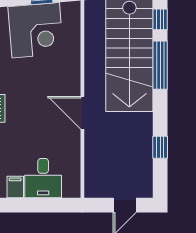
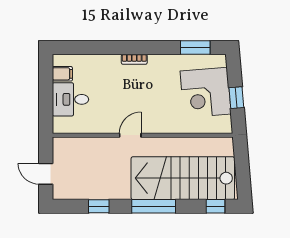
window: (160, 65) -> (154, 206), moved
door: (82, 113) -> (130, 135), width x0.73

